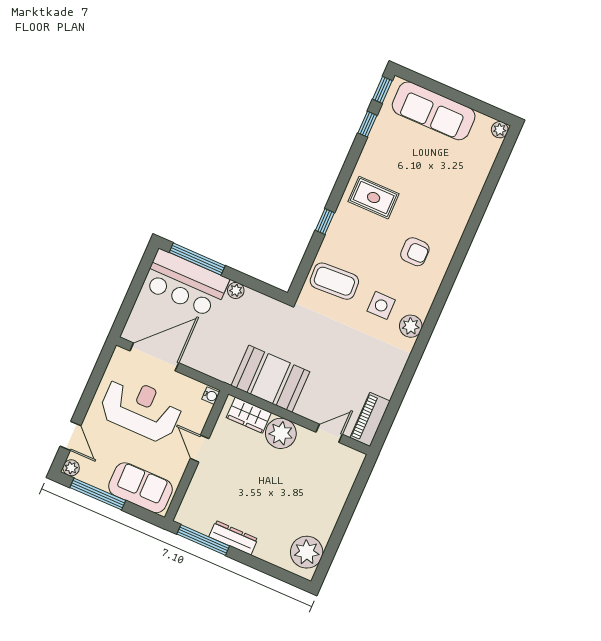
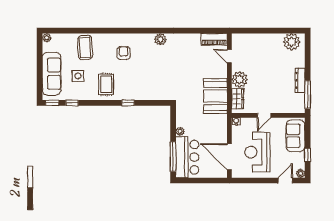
coffee table: (334, 281) -> (85, 47), moved
side table: (381, 305) -> (78, 76), moved
window: (98, 494) -> (308, 155), width x0.46

